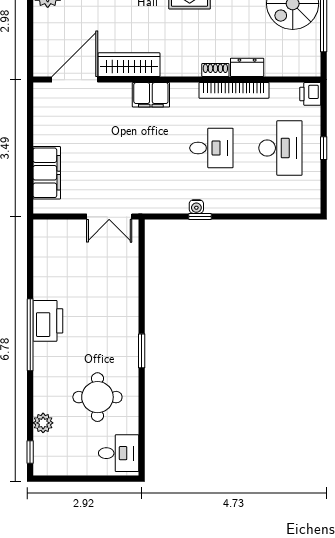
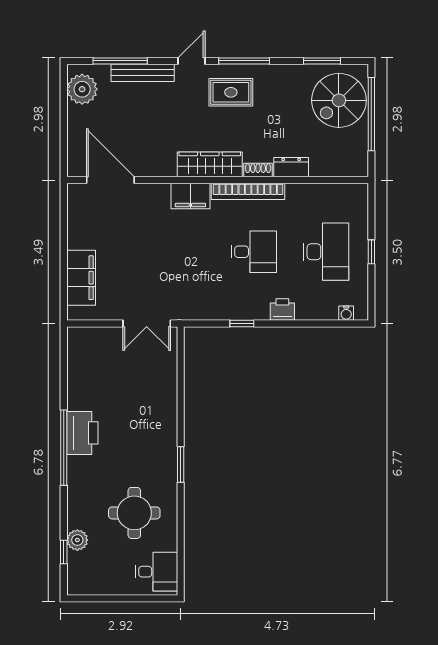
wardrobe: (129, 65) -> (210, 164), moved
door: (75, 80) -> (110, 180), hinge flipped
bookcase: (234, 90) -> (248, 191), moved
printer: (310, 94) -> (282, 309), moved, turned 90
water cooler: (196, 207) -> (346, 313), moved
window: (30, 452) -> (64, 552), moved

